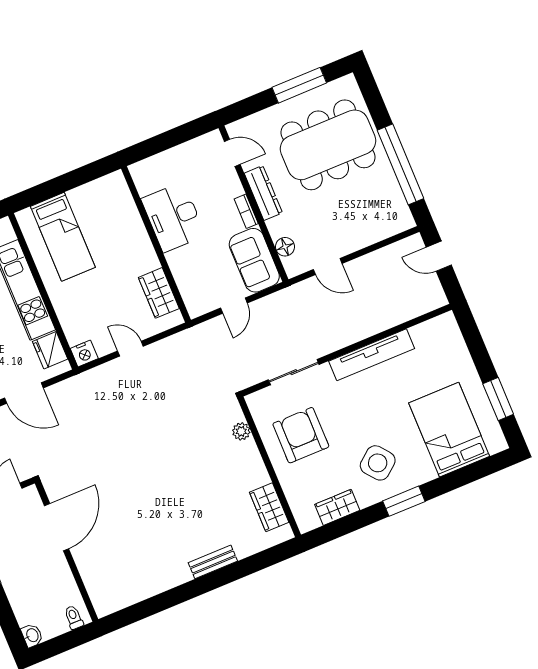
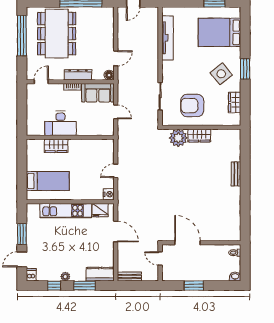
window: (299, 85) -> (22, 36), width x1.46
dresser: (263, 193) -> (78, 75), moved
floor lamp: (285, 247) -> (109, 75), moved
wardrobe: (159, 293) -> (56, 146), moved
tv unit: (372, 355) -> (167, 38), moved
door: (24, 393) -> (116, 232), hinge flipped
plant: (241, 431) -> (178, 138), width x1.88, depth x1.88
wardrobe: (269, 507) -> (199, 136), moved

